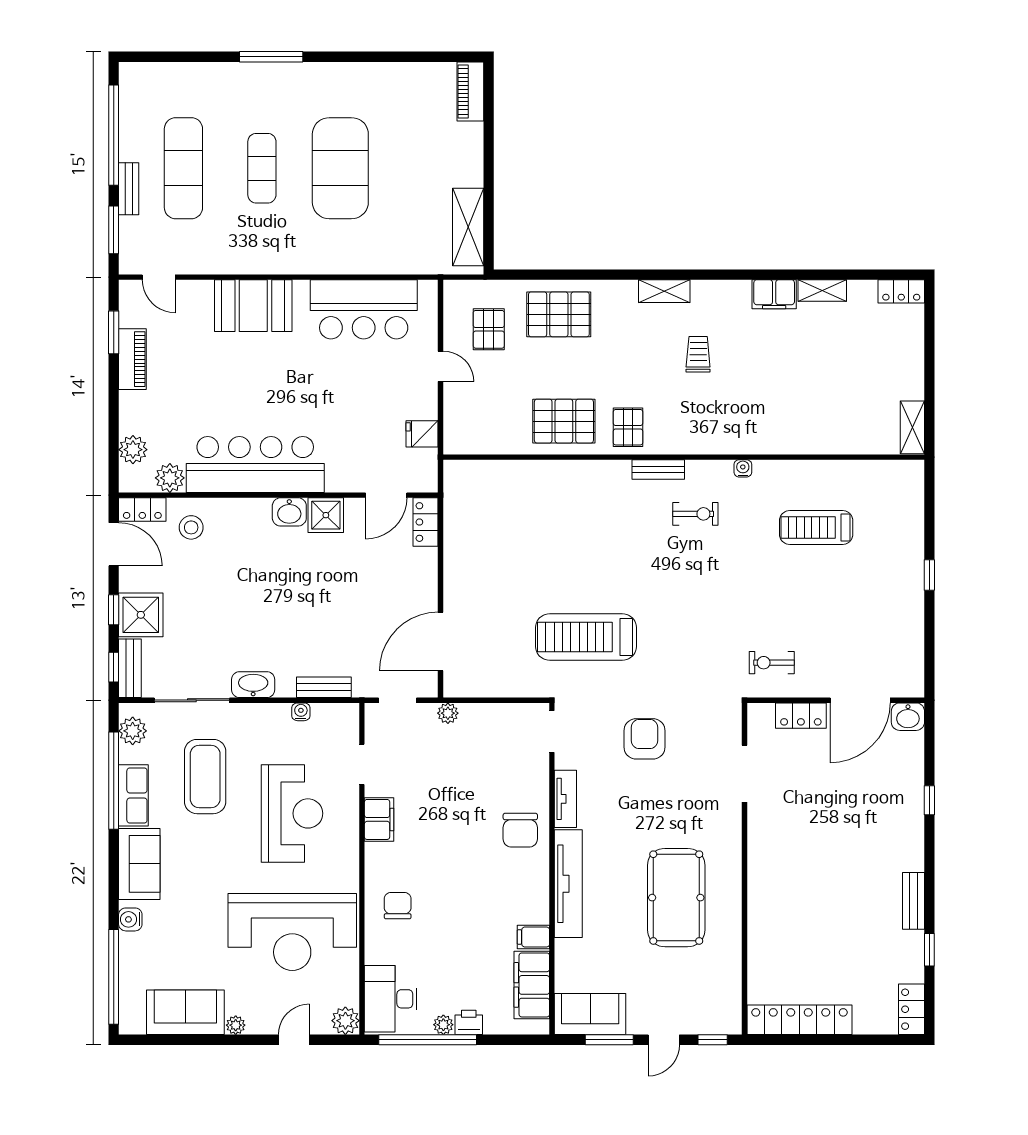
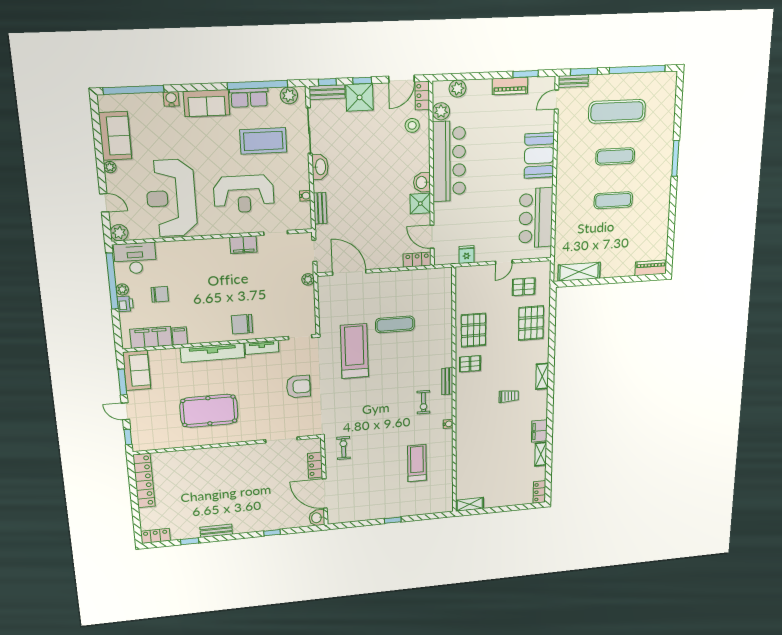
exercise mat: (340, 168) -> (613, 200), width x0.50, depth x0.69
bench: (129, 189) -> (573, 81), moved
exercise mat: (542, 563) -> (395, 324), added
chair: (398, 906) -> (160, 294), moved

